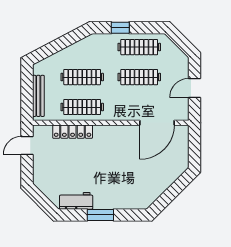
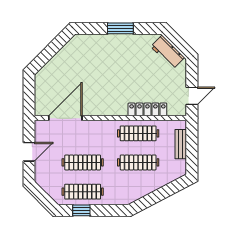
window: (120, 28) -> (81, 210), moved
bench: (38, 96) -> (181, 144), width x0.73
workbench: (76, 201) -> (168, 52), moved, turned 45

